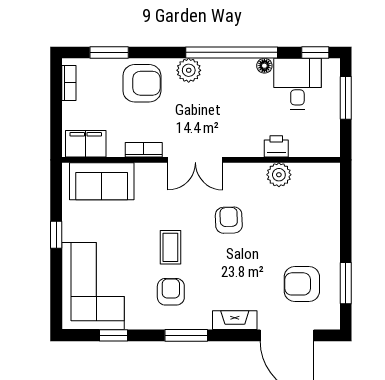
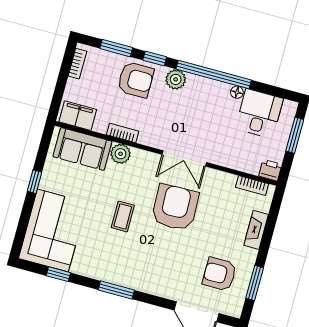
window: (315, 52) -> (155, 59), moved
printer: (276, 146) -> (270, 170), moved
double door: (195, 160) -> (184, 158), moved
bookcase: (312, 170) -> (252, 186), added
plant: (279, 175) -> (121, 154), moved
armchair: (229, 220) -> (175, 207), width x1.88, depth x1.88
armchair: (171, 292) -> (113, 252), removed
fireplace: (235, 320) -> (256, 230), moved, turned -90

